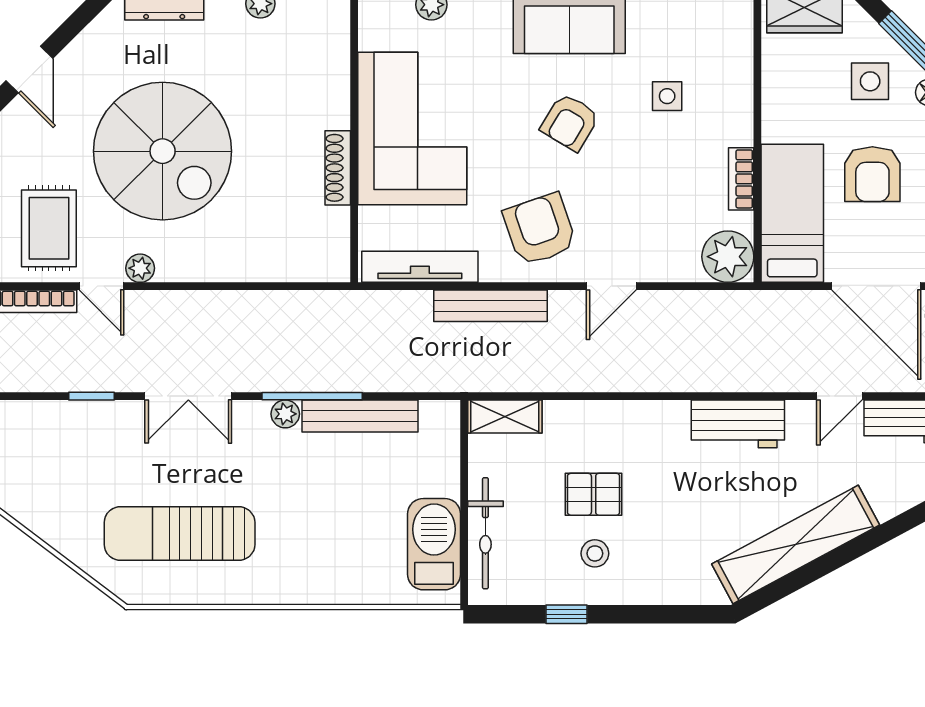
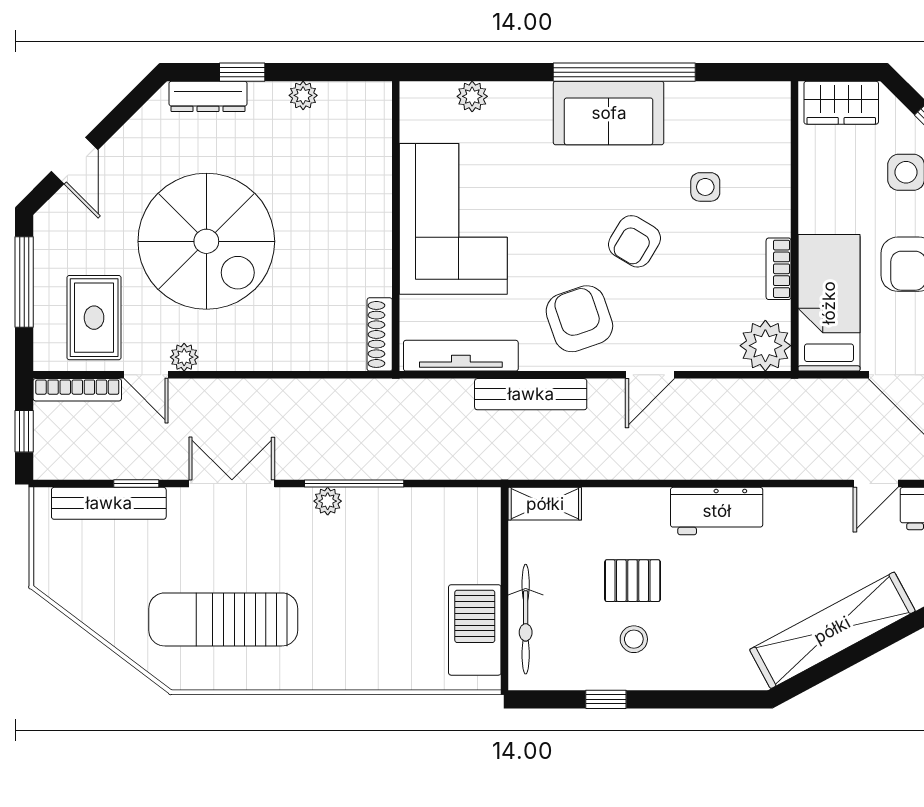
armchair: (570, 122) -> (634, 241), moved
shoe rack: (338, 168) -> (380, 334), moved
double door: (188, 396) -> (232, 484), swing flipped
bench: (360, 416) -> (109, 503), moved
workbench: (738, 424) -> (717, 511), moved

